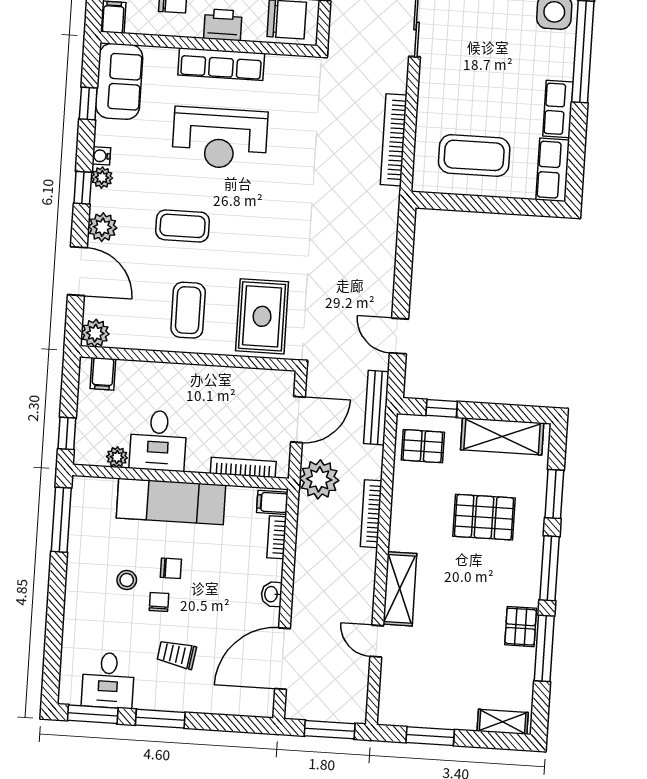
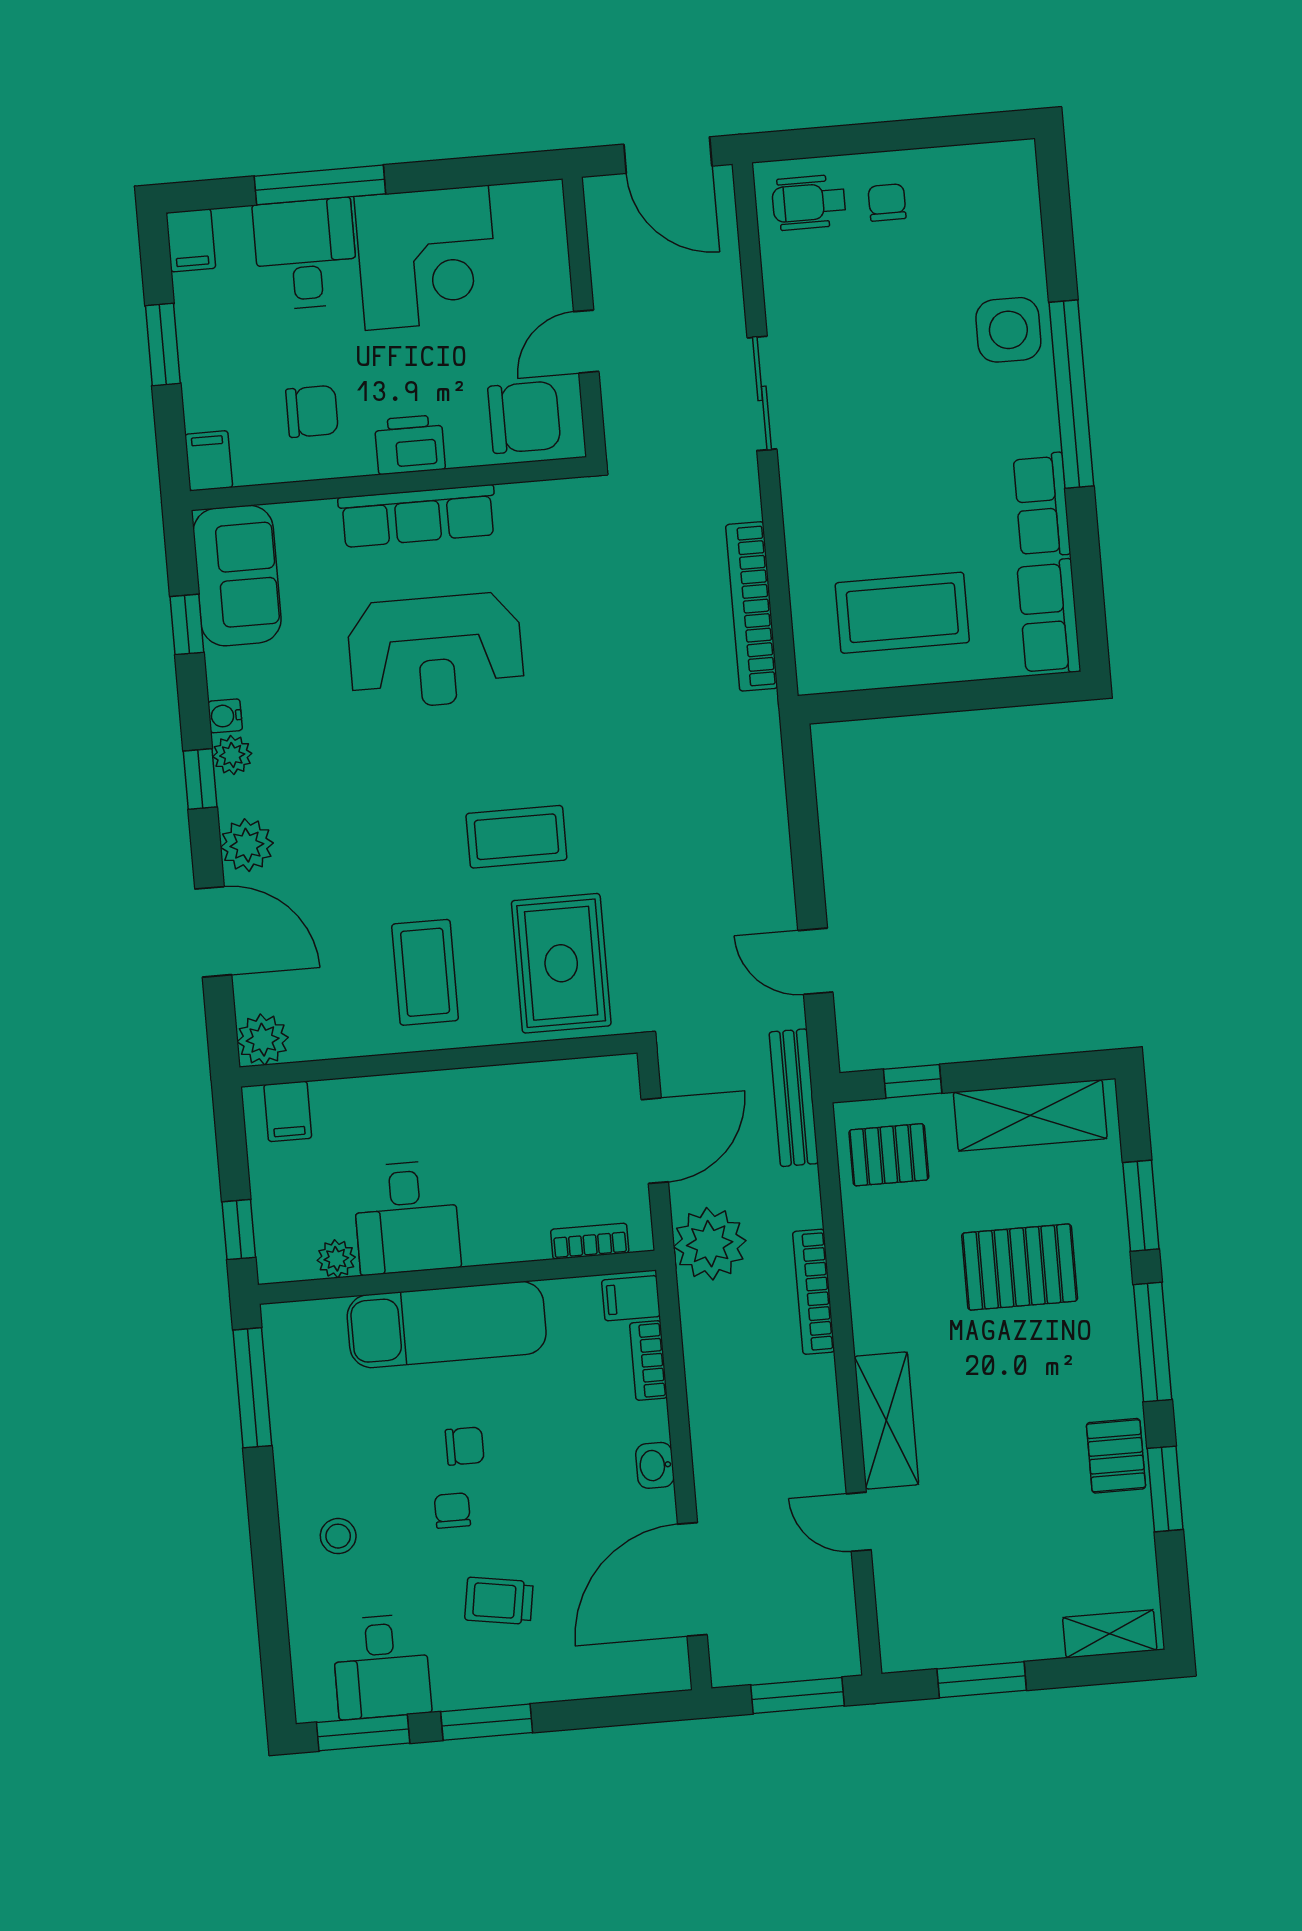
coffee table: (183, 226) -> (516, 837), moved
bookcase: (243, 467) -> (590, 1241), width x0.64
stool: (127, 580) -> (338, 1536), moved
window: (544, 648) -> (1165, 1489), width x0.69

